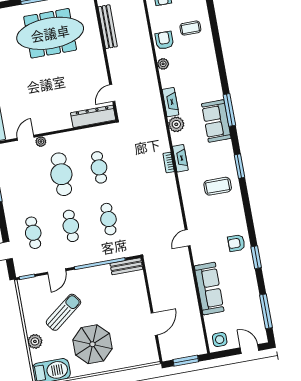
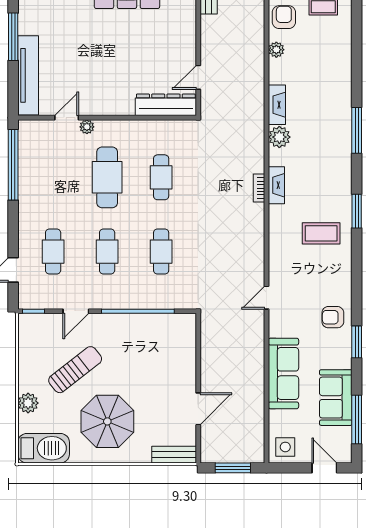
sofa: (216, 121) -> (336, 398), moved
bench: (126, 266) -> (174, 455), moved

